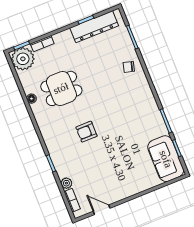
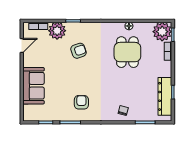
armchair: (138, 117) -> (81, 102), added
armchair: (86, 132) -> (79, 51), moved, turned 71
sofa: (166, 159) -> (34, 86), moved, turned 90
plant: (66, 183) -> (57, 31), width x1.88, depth x1.88

